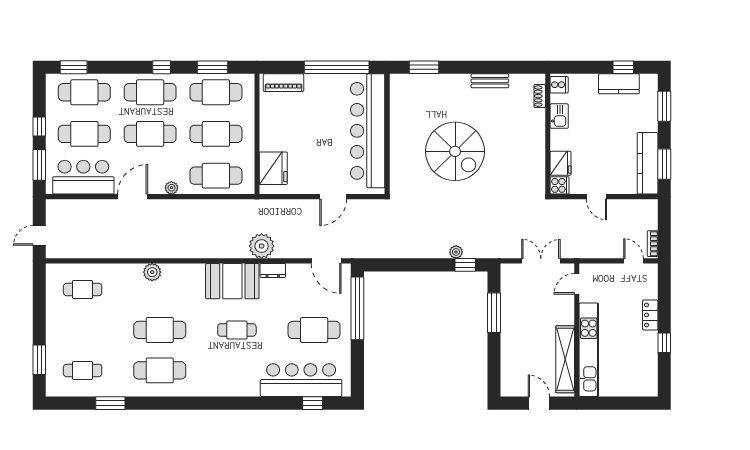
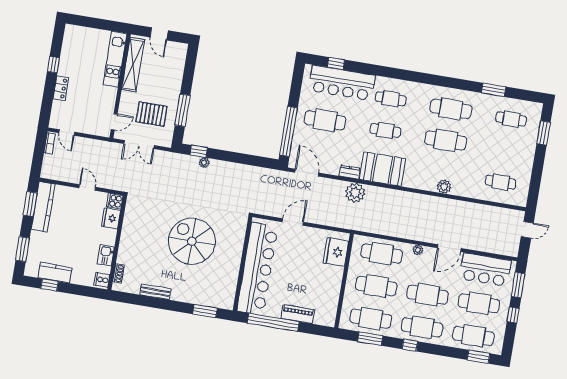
piano: (284, 83) -> (298, 314), moved
pallet: (532, 302) -> (151, 114), added
kitchen unit: (589, 350) -> (115, 59), width x0.73
cafe table: (237, 370) -> (391, 99), added

